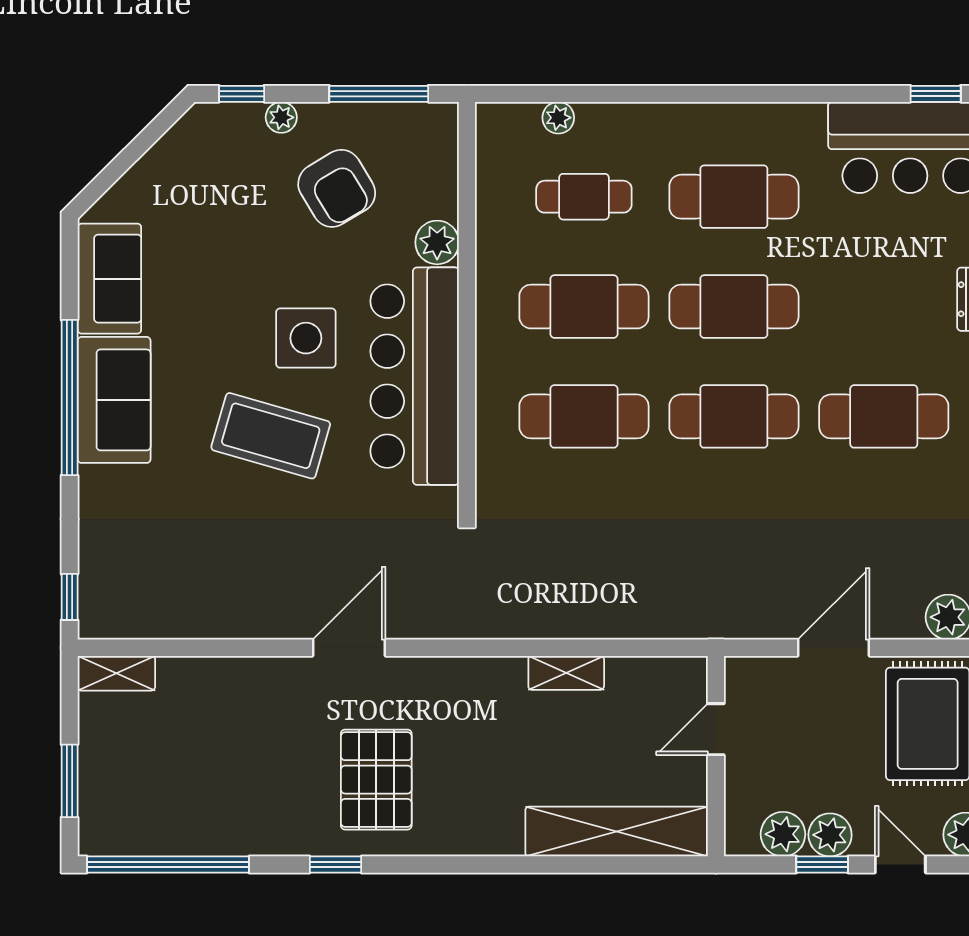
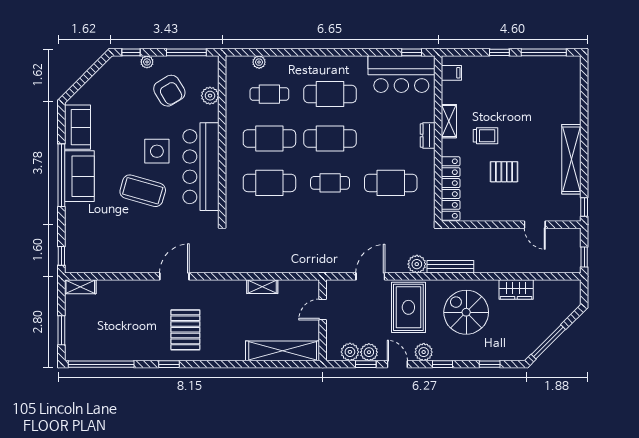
plant: (437, 242) -> (210, 96), moved
cafe table: (734, 416) -> (330, 183), width x0.73, depth x0.74

